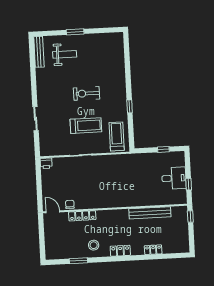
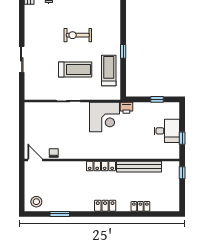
treadmill: (117, 136) -> (109, 70), moved
printer: (46, 163) -> (126, 108), moved
corner desk: (115, 168) -> (105, 117), added
locker: (82, 216) -> (101, 166), moved
stool: (94, 245) -> (36, 202), moved

